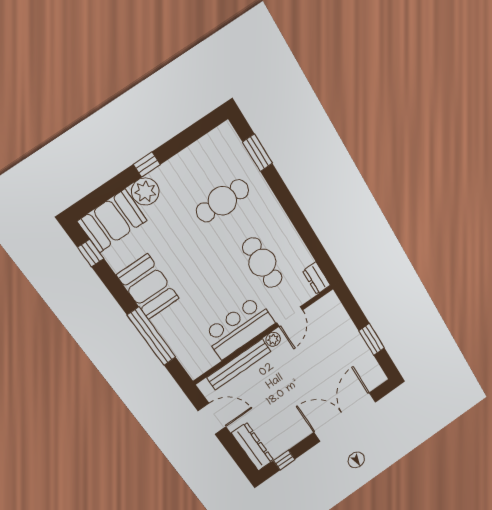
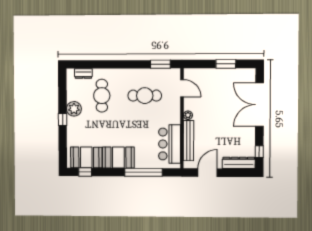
window: (257, 153) -> (160, 64), moved
plant: (145, 192) -> (74, 109), moved
booth: (112, 221) -> (86, 157), moved, turned 90
dresser: (316, 278) -> (83, 73), moved
door: (290, 317) -> (182, 88), moved
bar counter: (239, 328) -> (170, 144), moved

